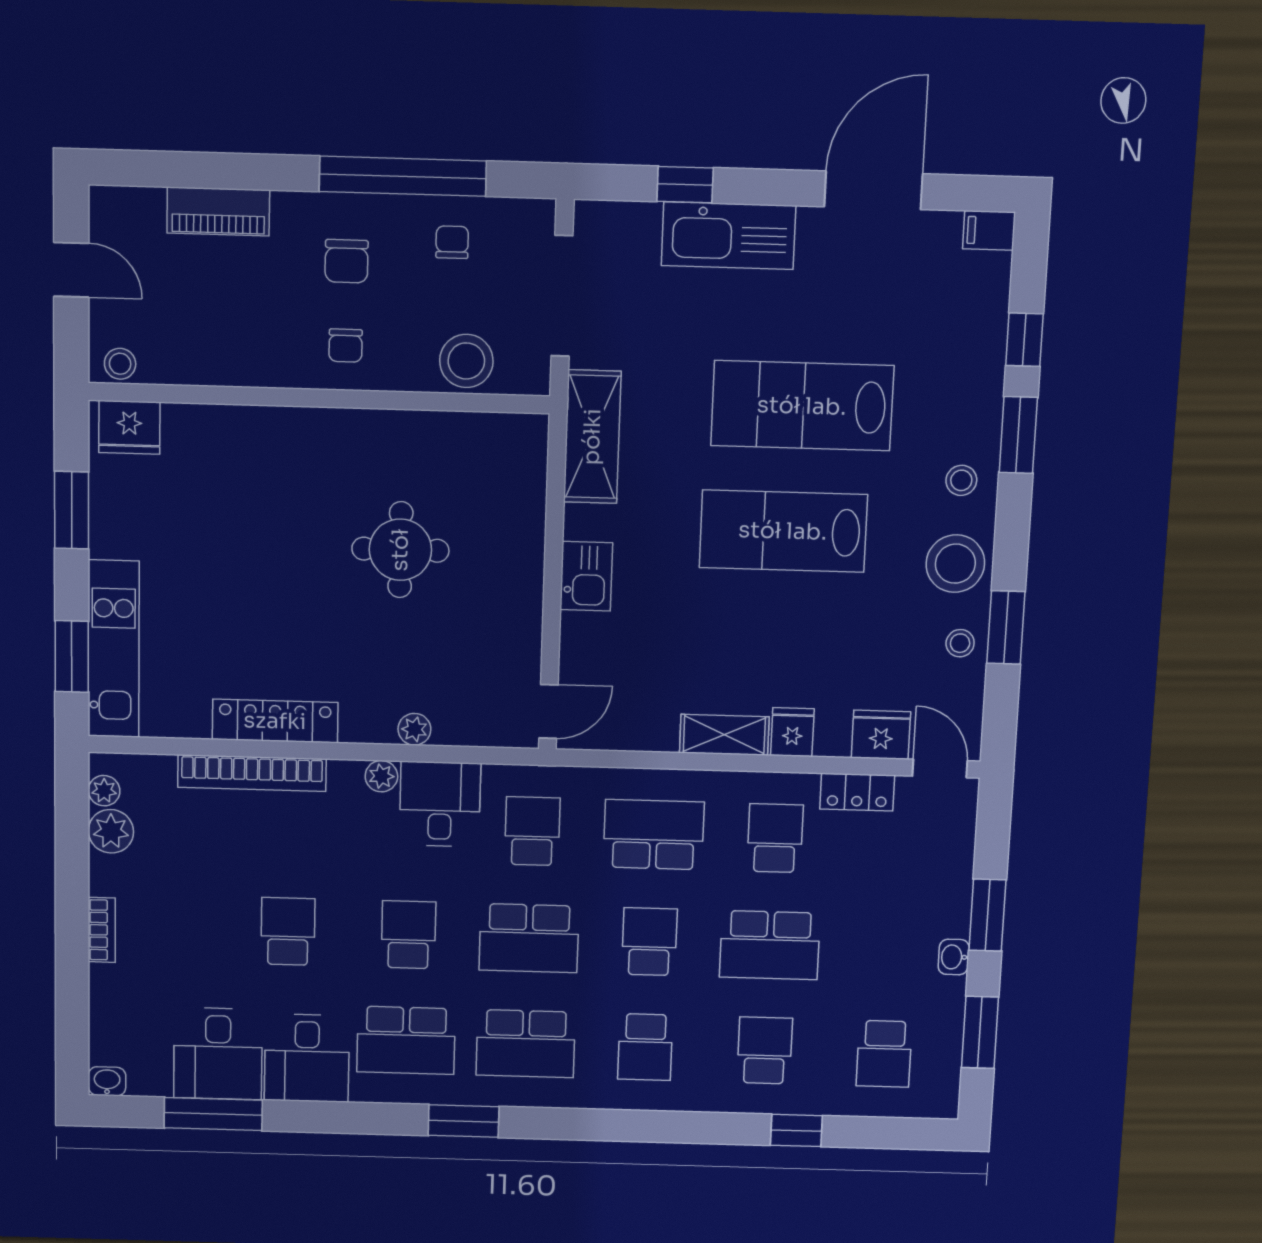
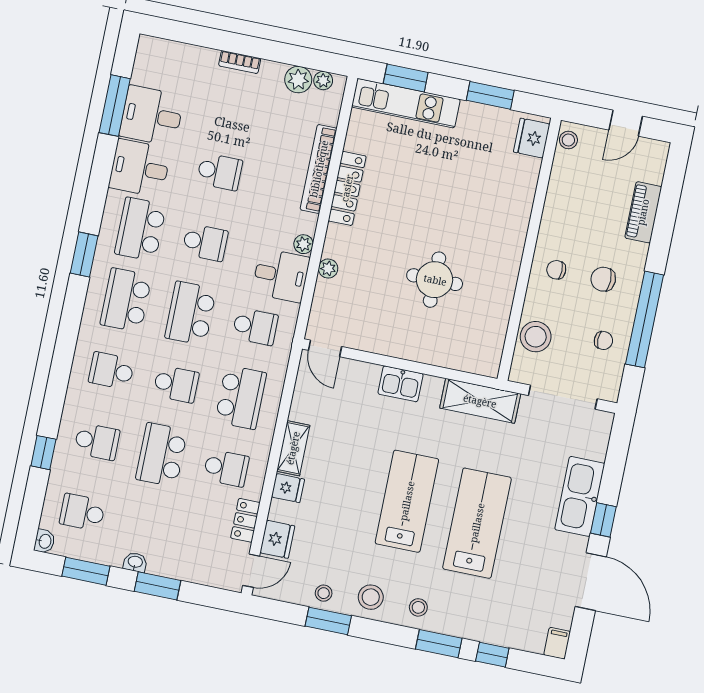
window: (685, 185) -> (603, 520), moved
stool: (955, 564) -> (371, 597), width x0.73, depth x0.73
washbasin: (107, 1081) -> (45, 541), moved

